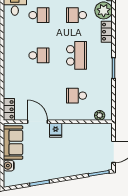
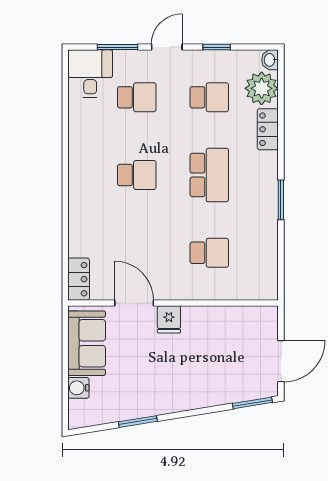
school desk: (77, 15) -> (209, 97), turned 180
school desk: (77, 96) -> (209, 253), turned 180
plant: (100, 115) -> (254, 291), removed

